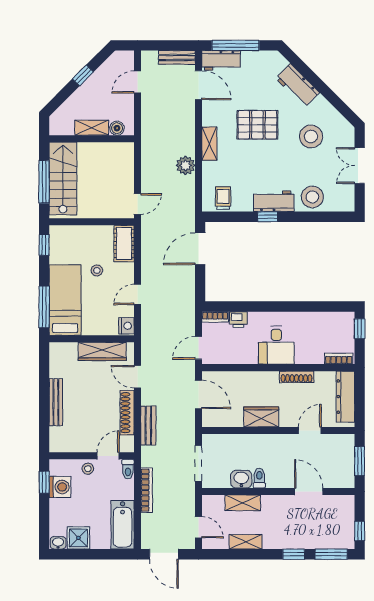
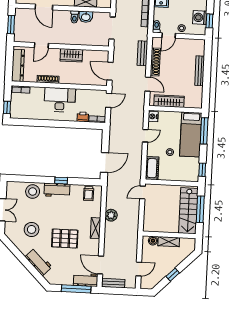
desk: (276, 345) -> (60, 100), width x1.37

